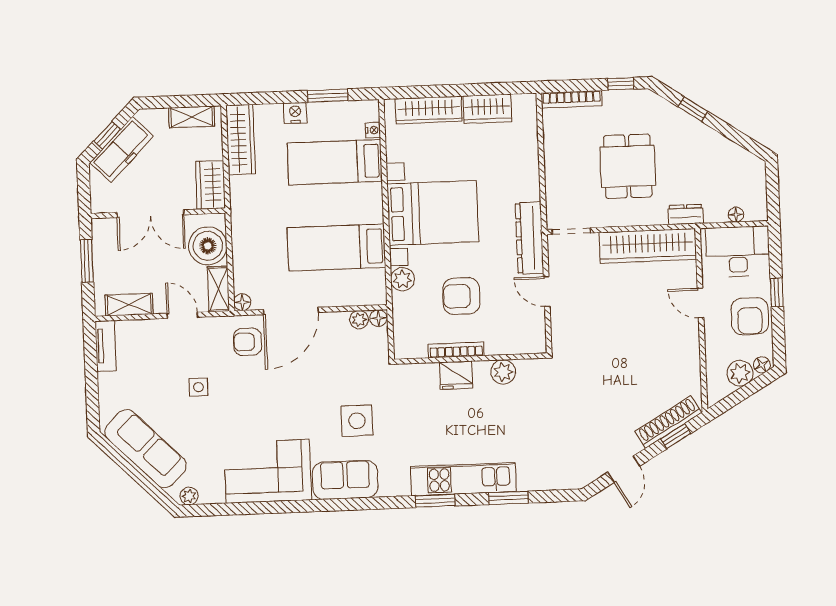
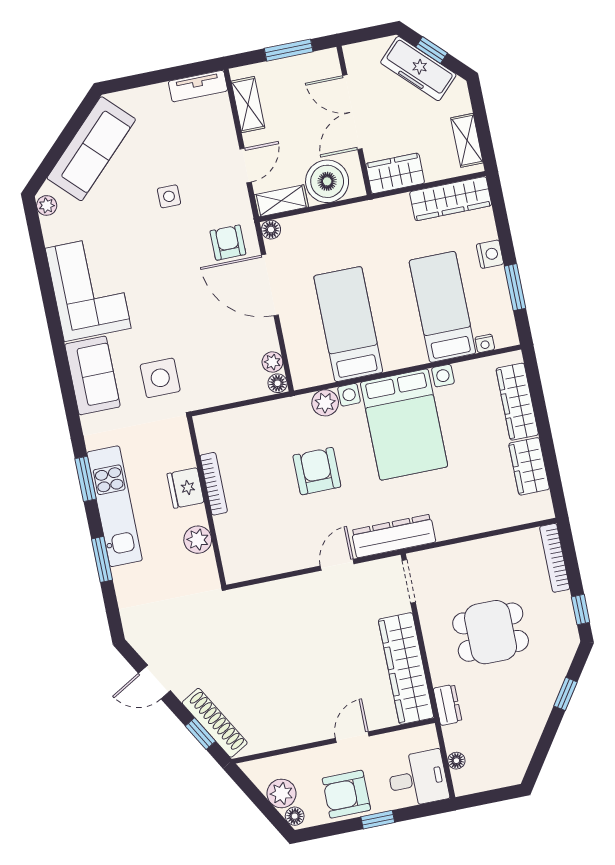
desk: (738, 251) -> (418, 779), width x0.73
bookcase: (456, 350) -> (214, 484), moved
wall: (471, 359) -> (207, 501), moved
plant: (503, 372) -> (198, 540), moved
fridge: (456, 375) -> (186, 488), moved

